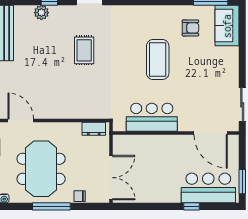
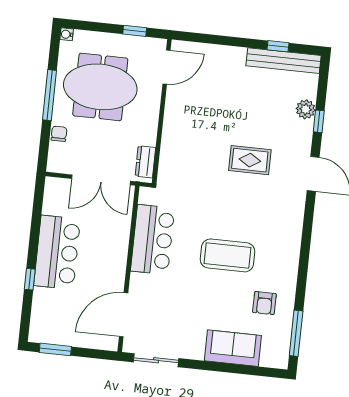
sofa: (227, 26) -> (233, 348), moved
double door: (111, 178) -> (101, 180), moved
bar counter: (208, 188) -> (57, 252), moved

